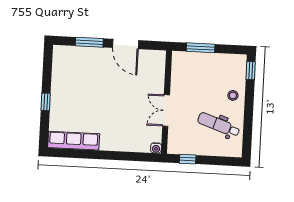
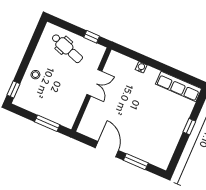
dental chair: (219, 125) -> (67, 48), moved
water cooler: (156, 148) -> (141, 67), moved

